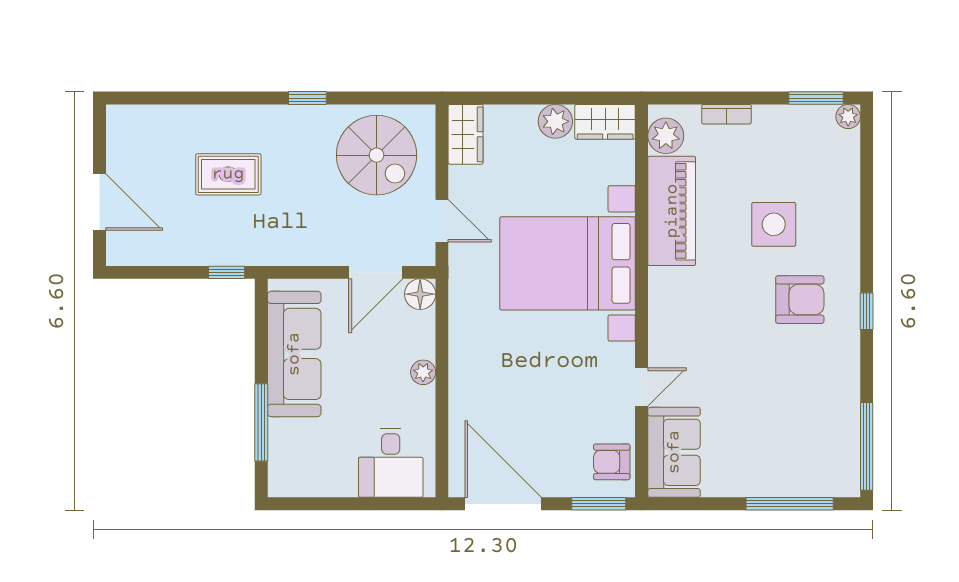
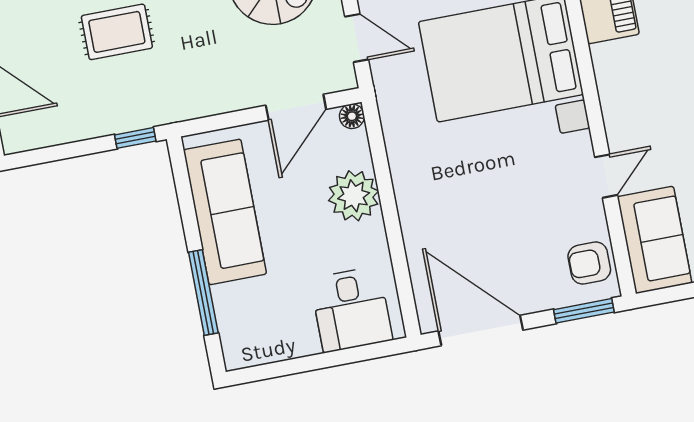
floor lamp: (420, 294) -> (352, 116), width x0.73, depth x0.73
plant: (423, 372) -> (354, 196), width x1.88, depth x1.88

